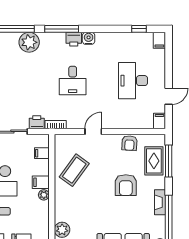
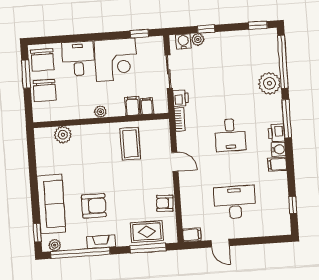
filing cabinet: (159, 40) -> (277, 164), moved
desk: (73, 81) -> (230, 135), turned -90
coffee table: (74, 170) -> (130, 144), turned 54
filing cabinet: (41, 182) -> (132, 106), moved
armchair: (126, 185) -> (94, 206), moved, turned 180

